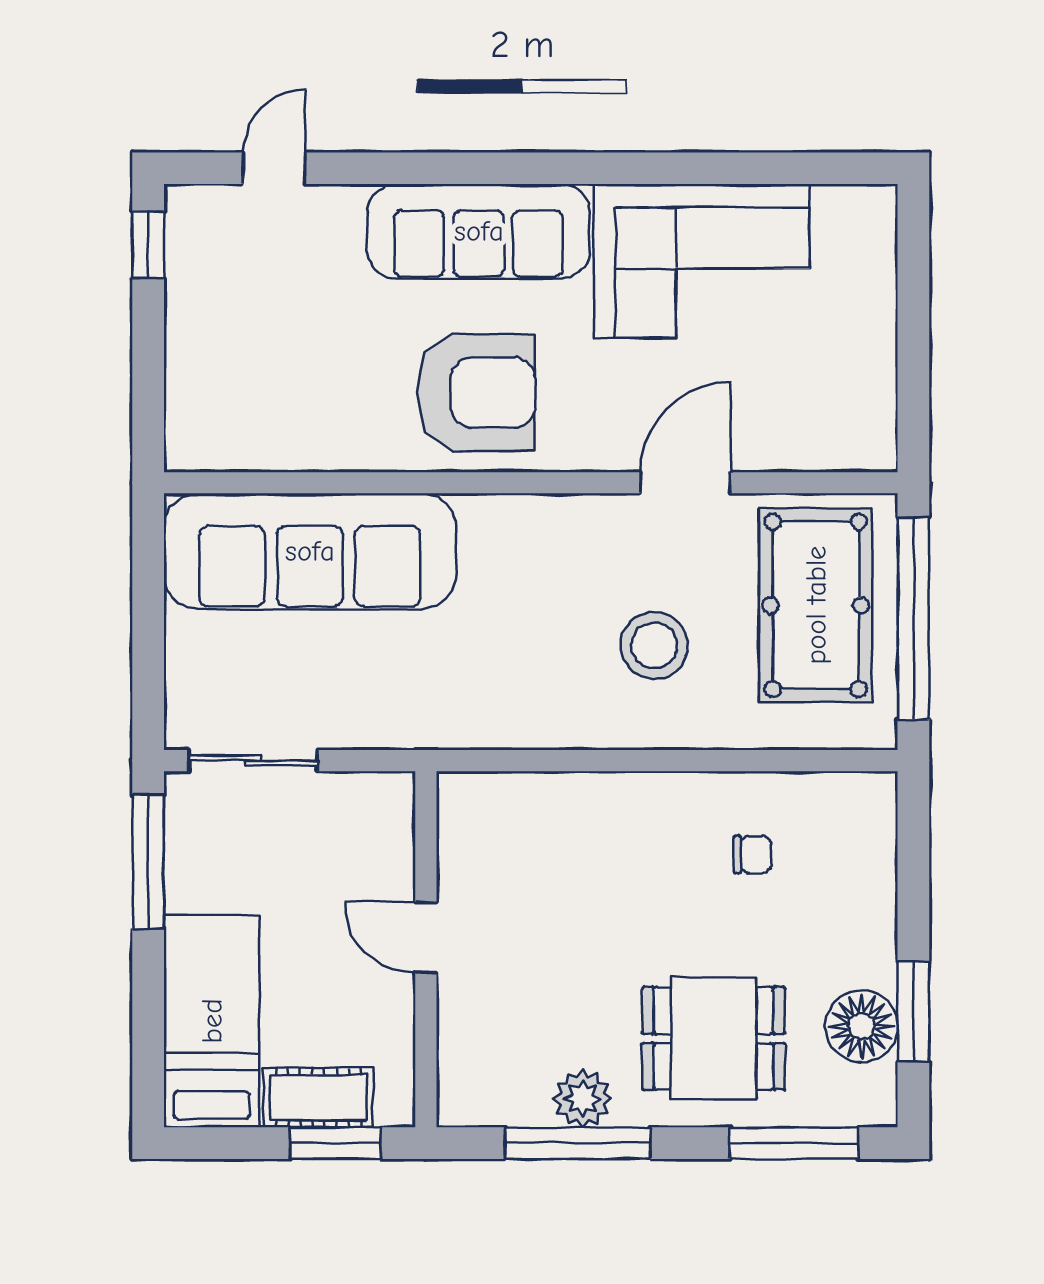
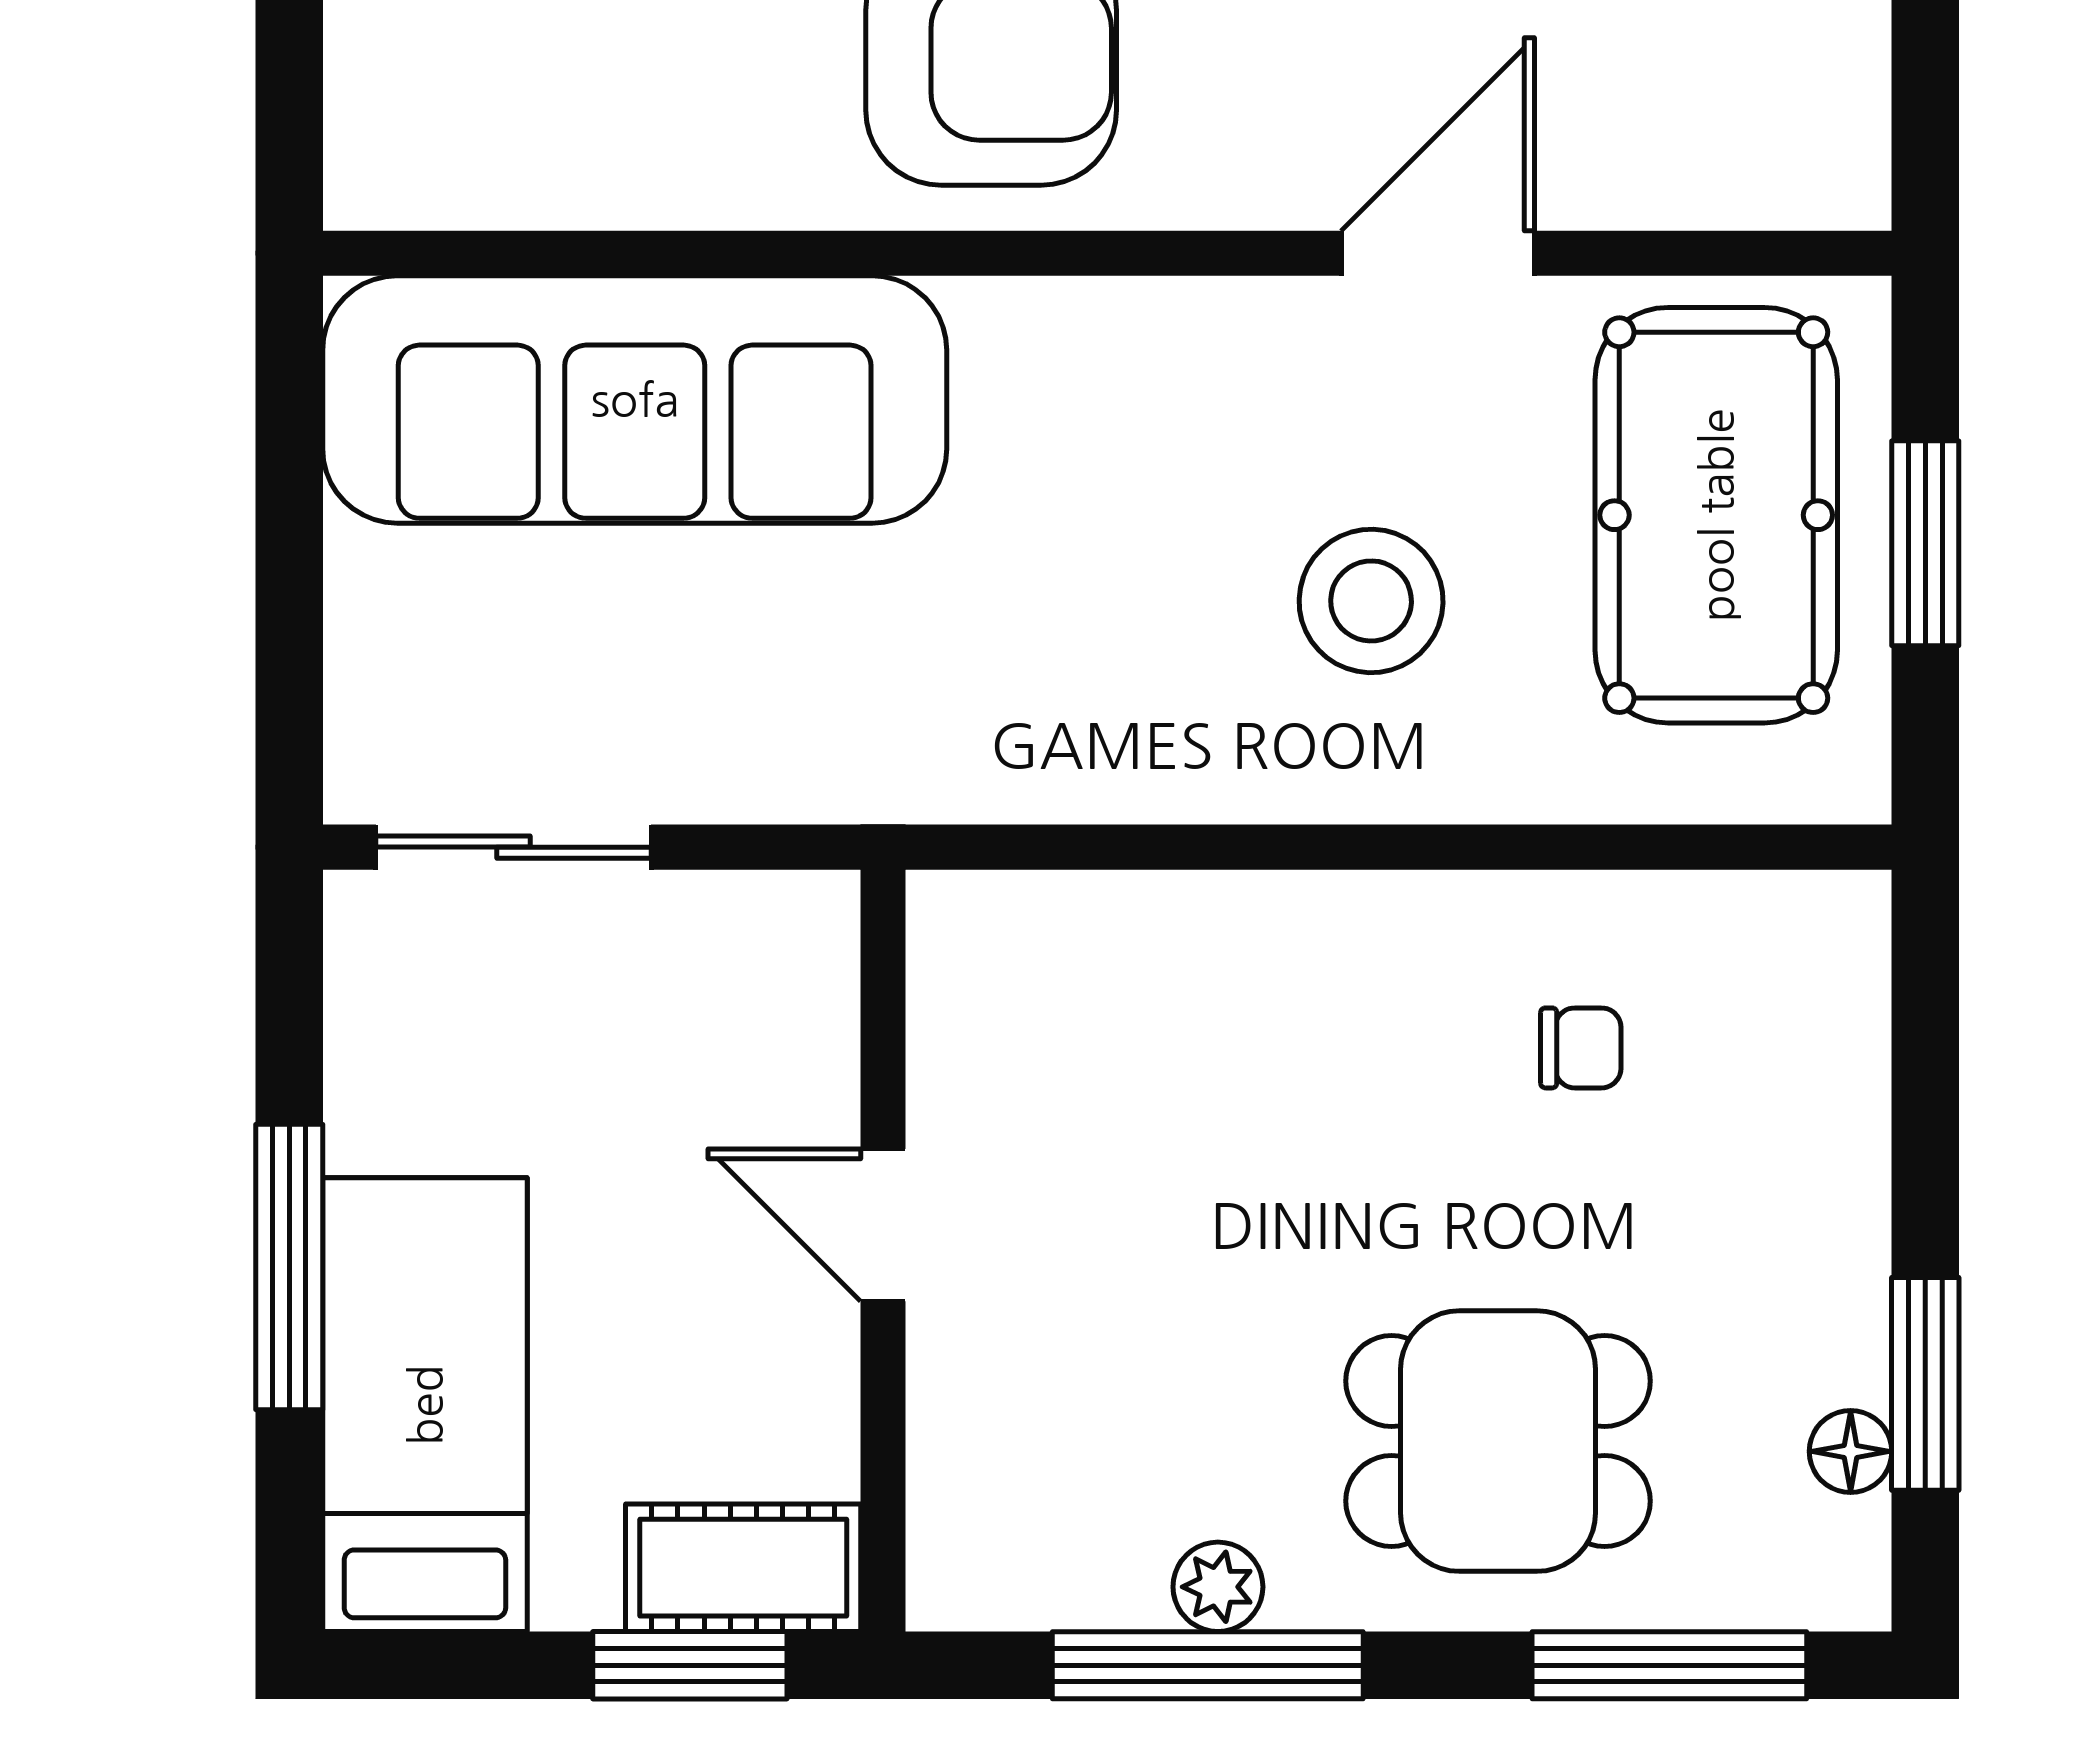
window: (913, 618) -> (1925, 543), width x0.47
window: (148, 862) -> (289, 1267), moved
floor lamp: (861, 1026) -> (1851, 1451), width x0.53, depth x0.53
cot: (319, 1098) -> (743, 1568), moved
plant: (583, 1099) -> (1218, 1587), width x0.73, depth x0.73

